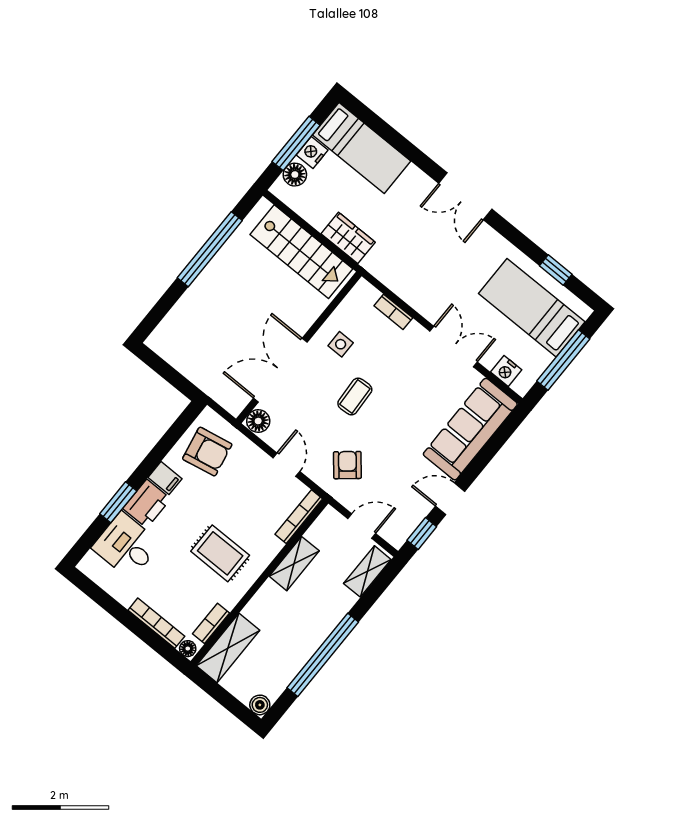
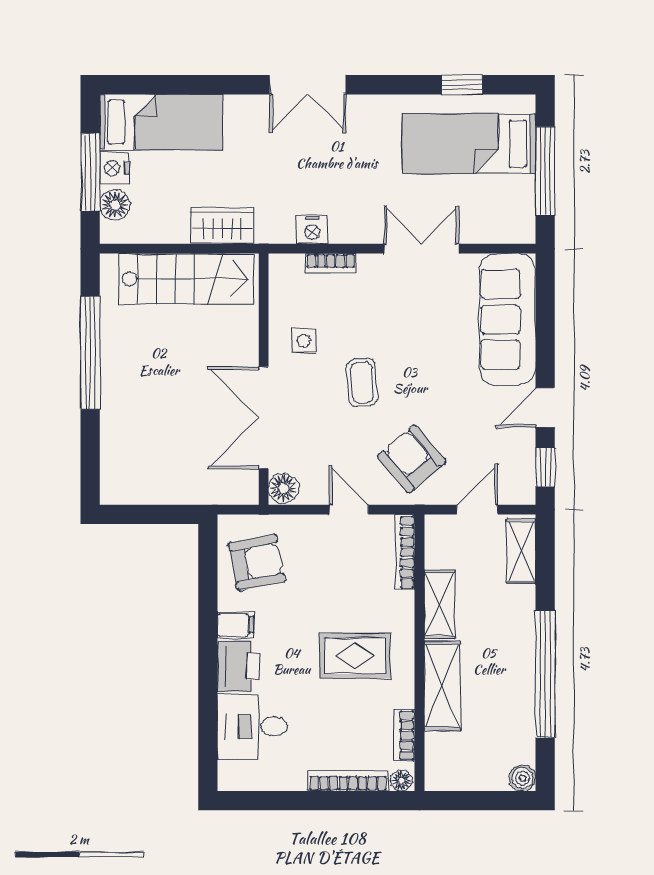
nightstand: (506, 371) -> (312, 230), moved
armchair: (347, 465) -> (412, 459), width x1.38, depth x1.38
window: (118, 502) -> (208, 689), removed
shelving: (228, 648) -> (442, 686), moved

